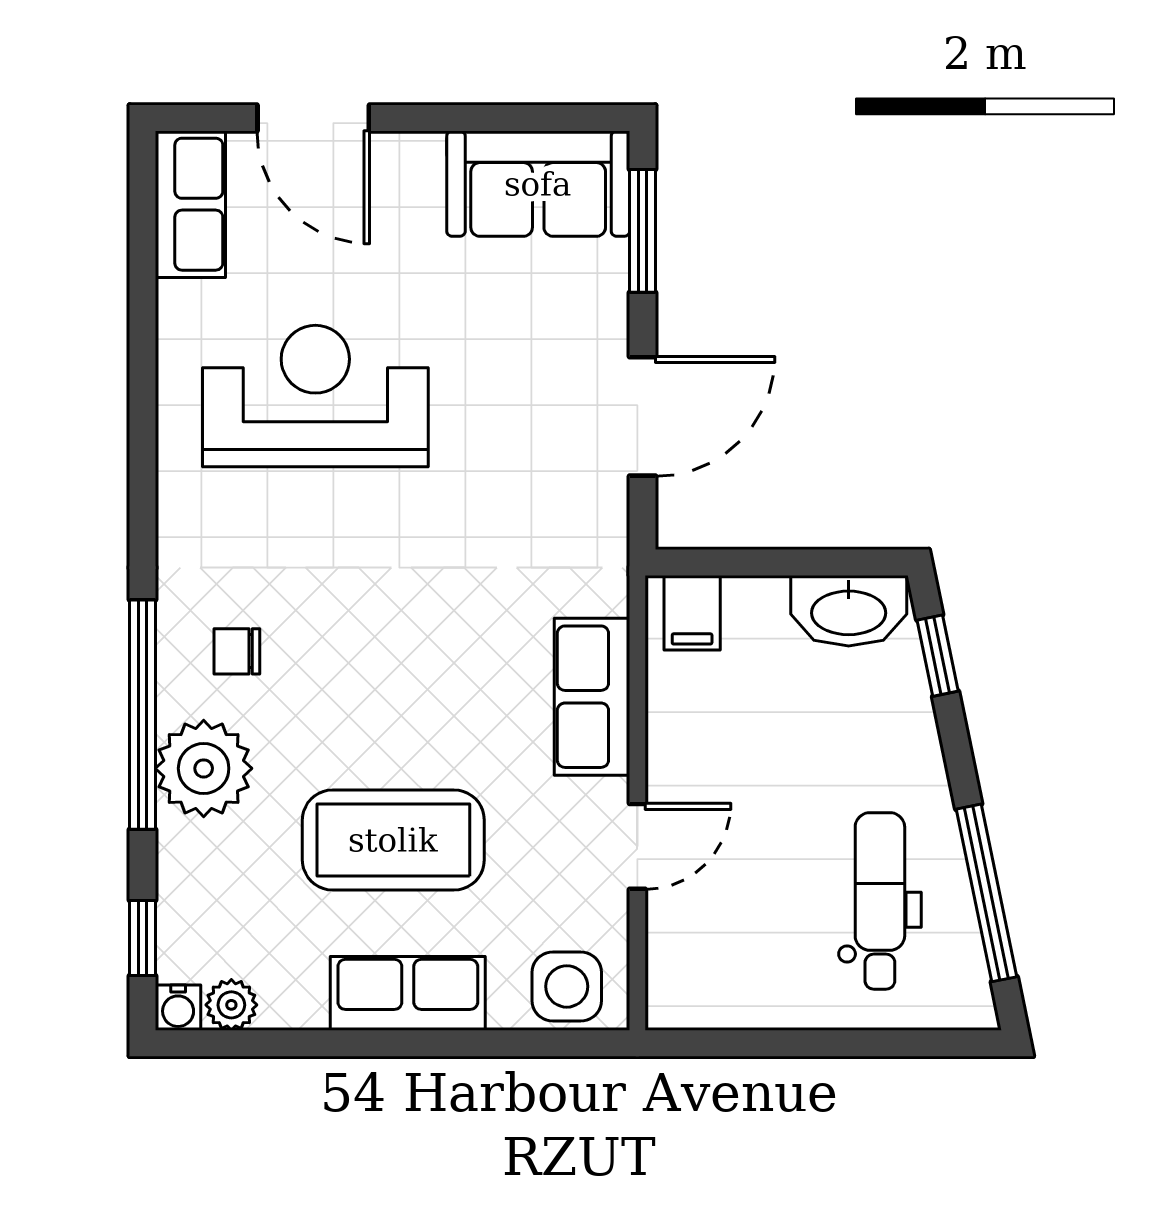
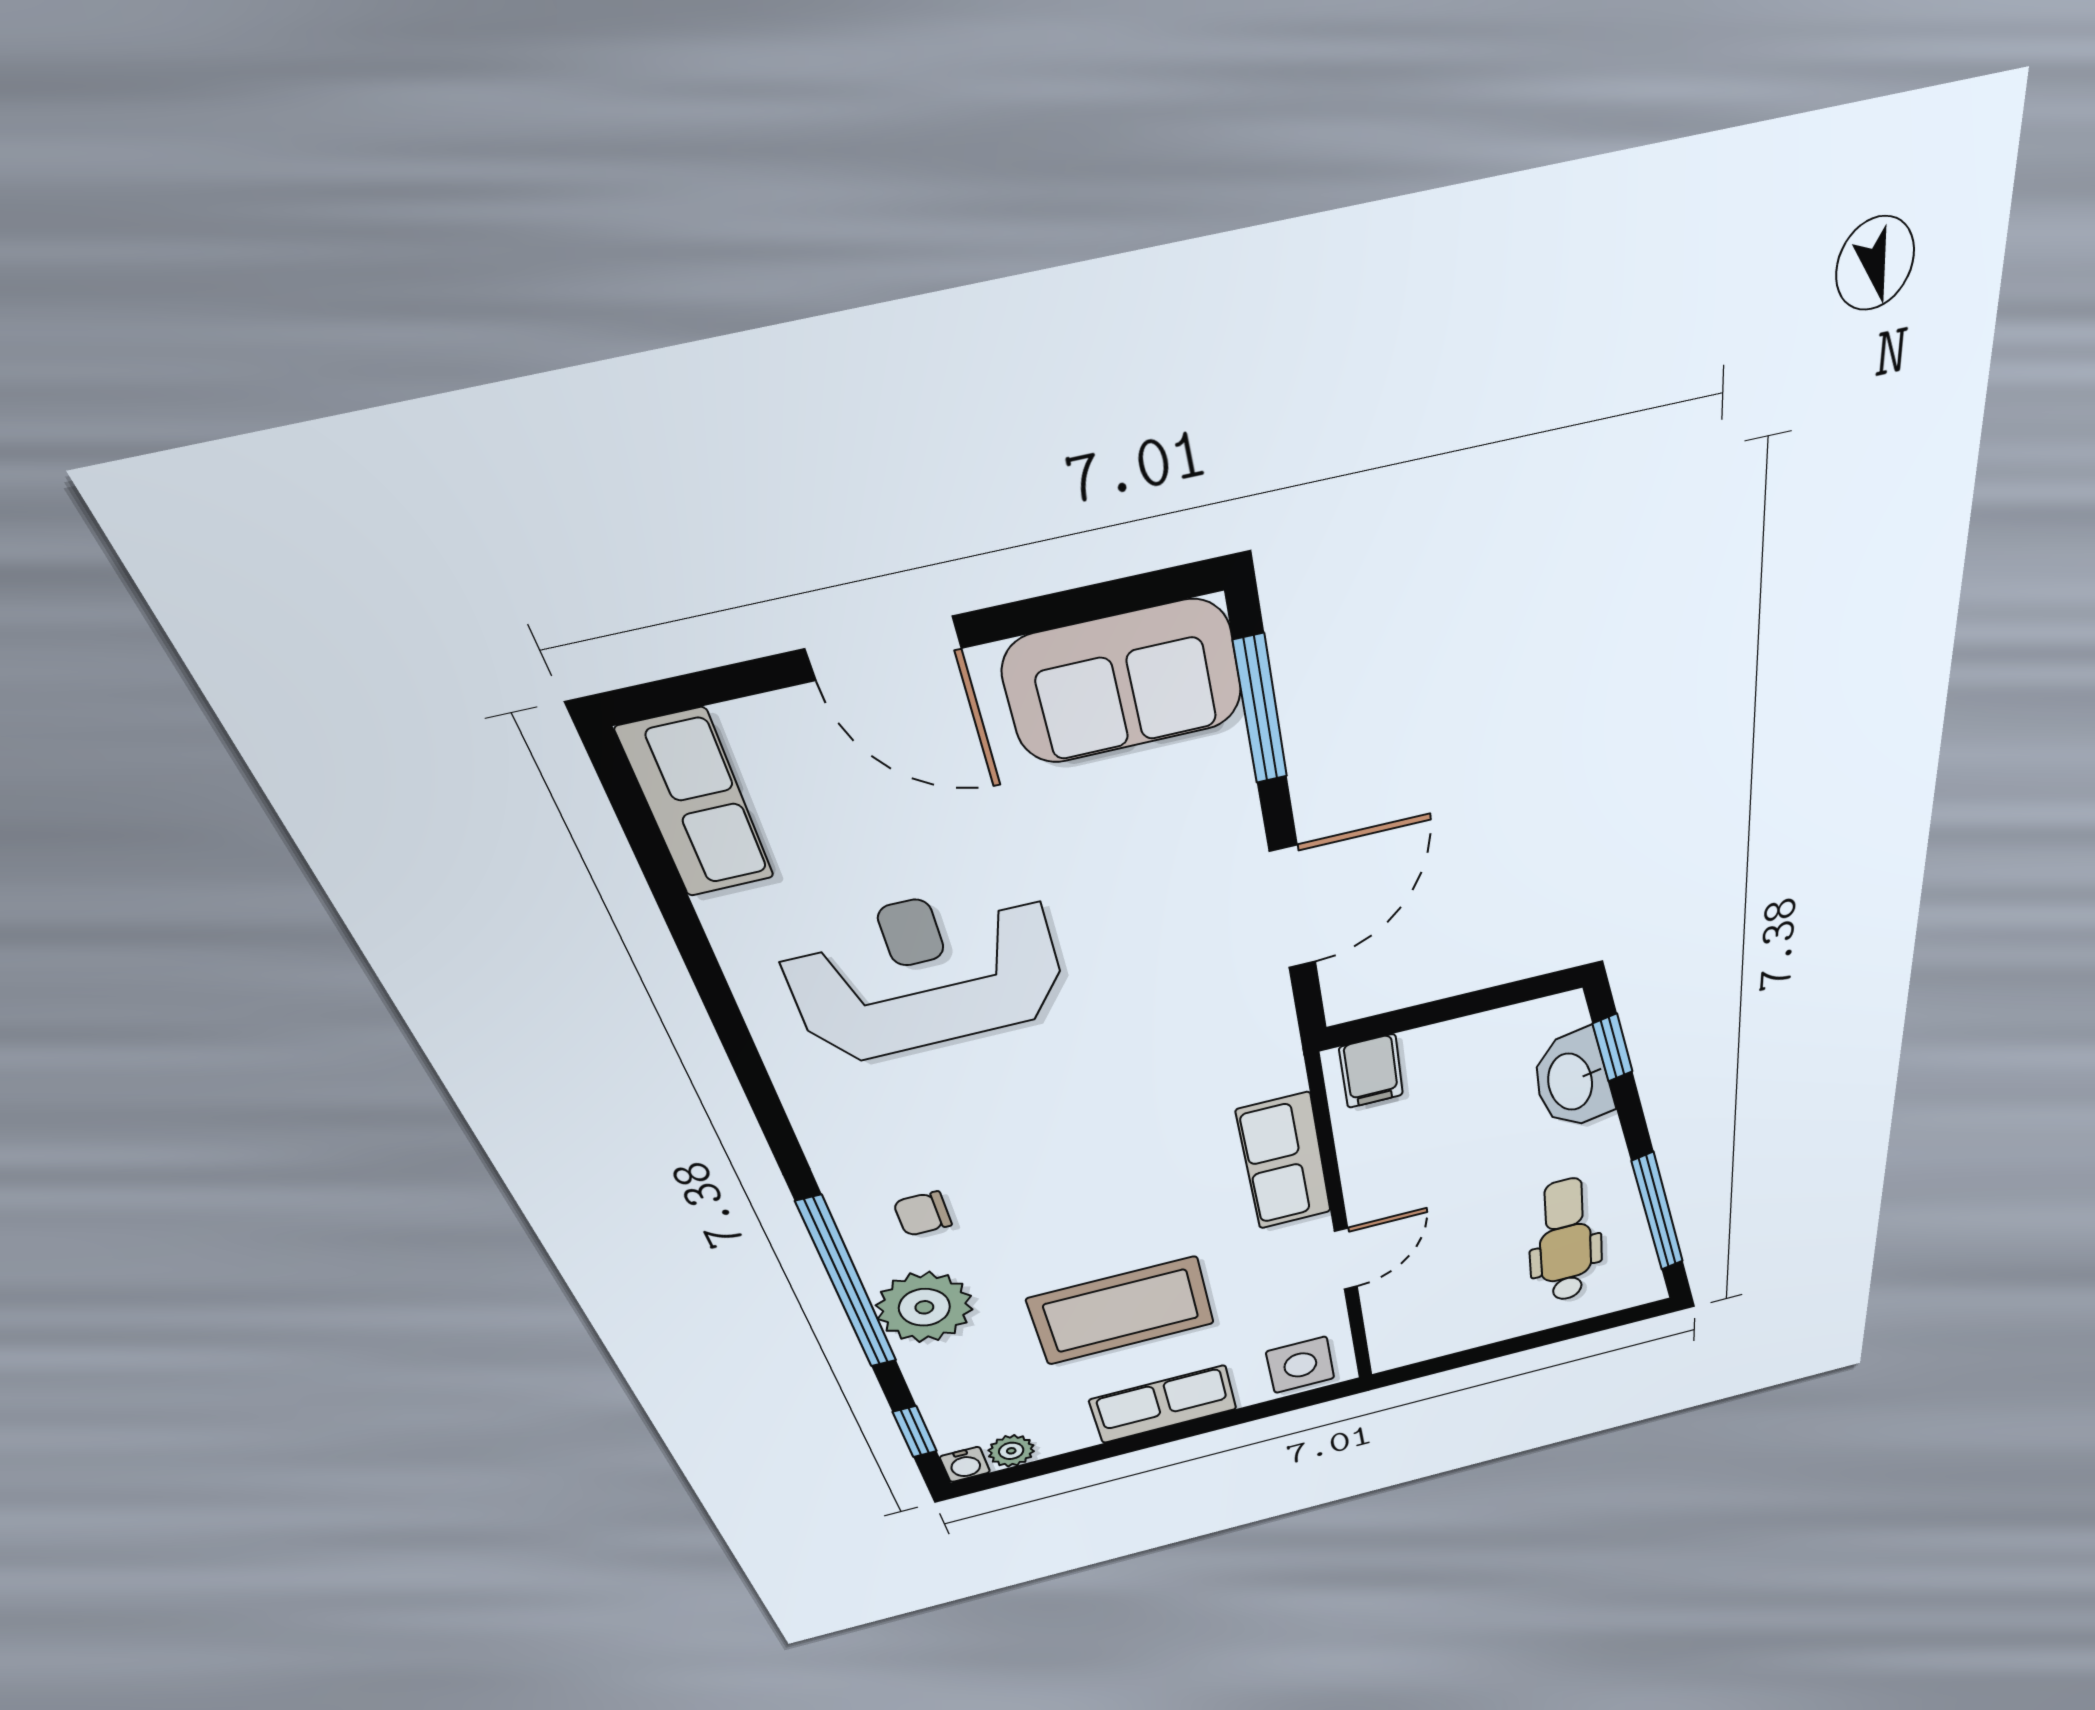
door: (313, 118) -> (884, 648), moved
washbasin: (849, 611) -> (1572, 1081), moved, turned 78

